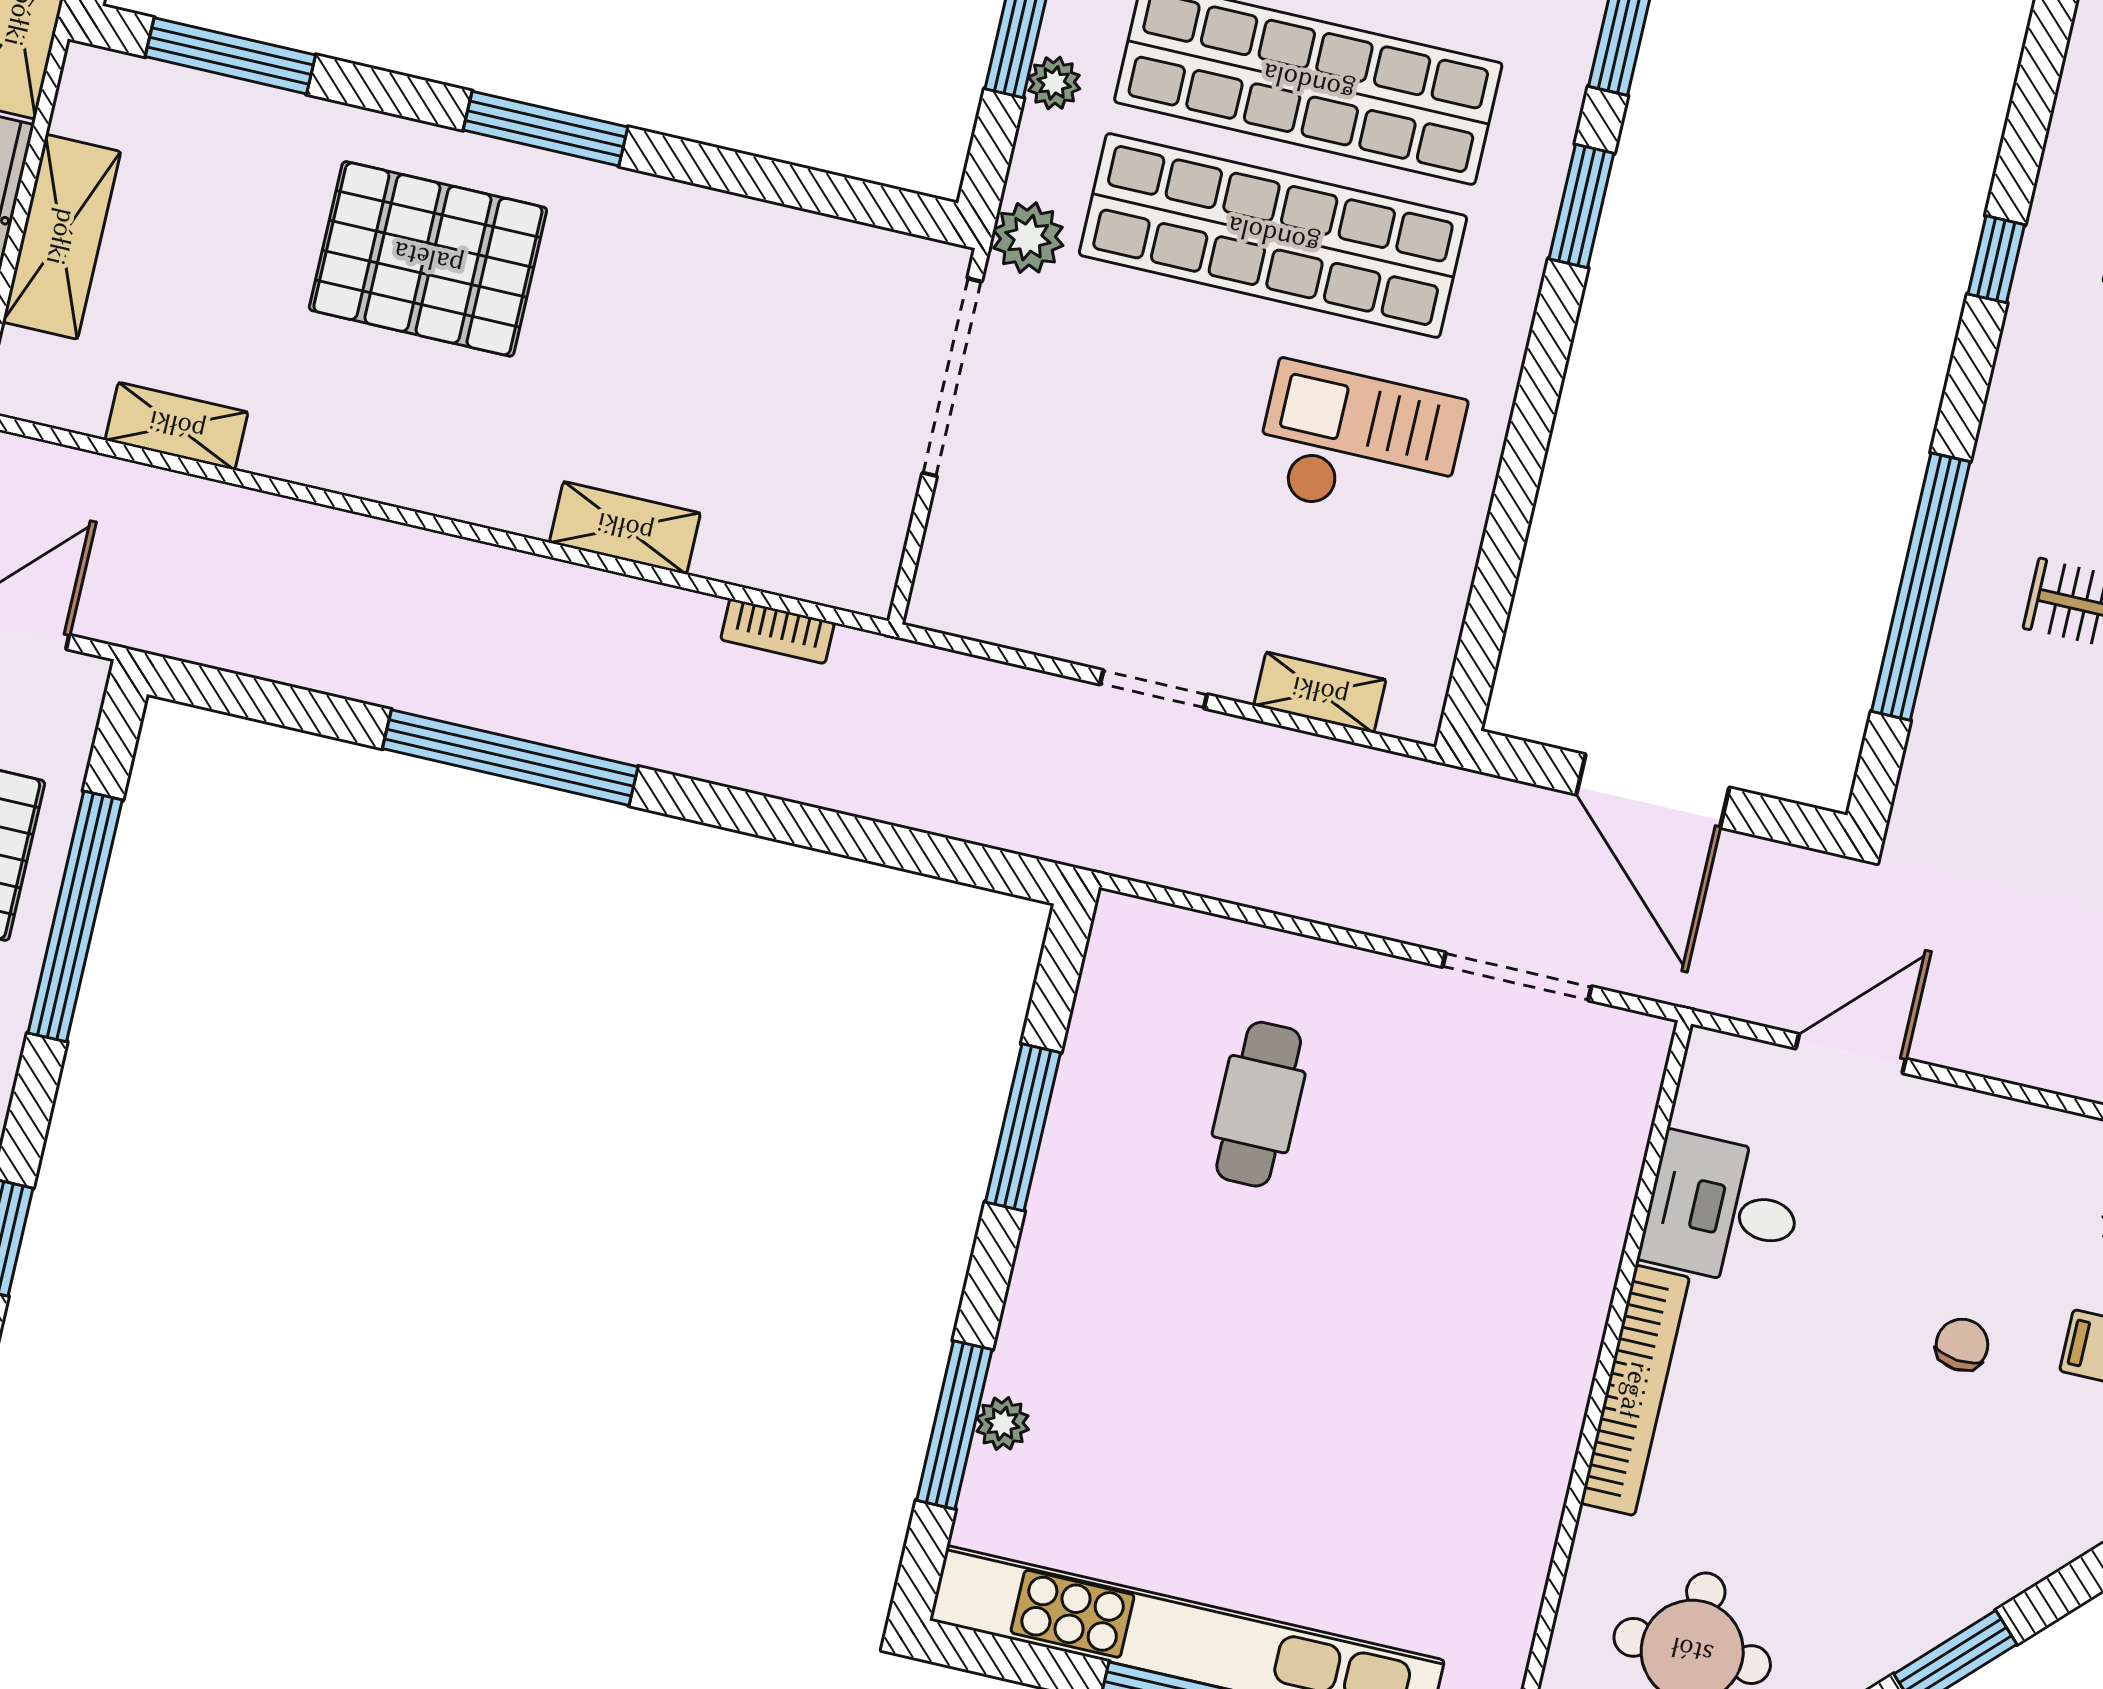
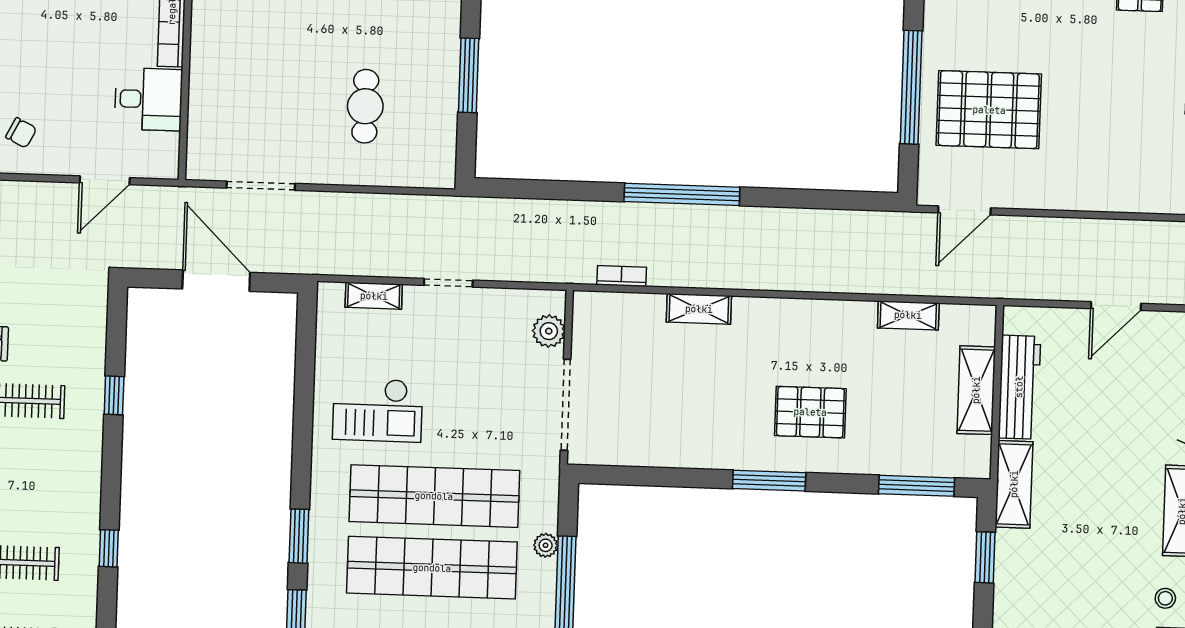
plant: (1028, 238) -> (549, 331), moved
pallet: (428, 259) -> (810, 412), width x0.73, depth x0.71
window: (1921, 587) -> (114, 395), width x0.32
window: (510, 758) -> (682, 194), moved
chair: (1962, 1345) -> (21, 133), moved, turned -68

